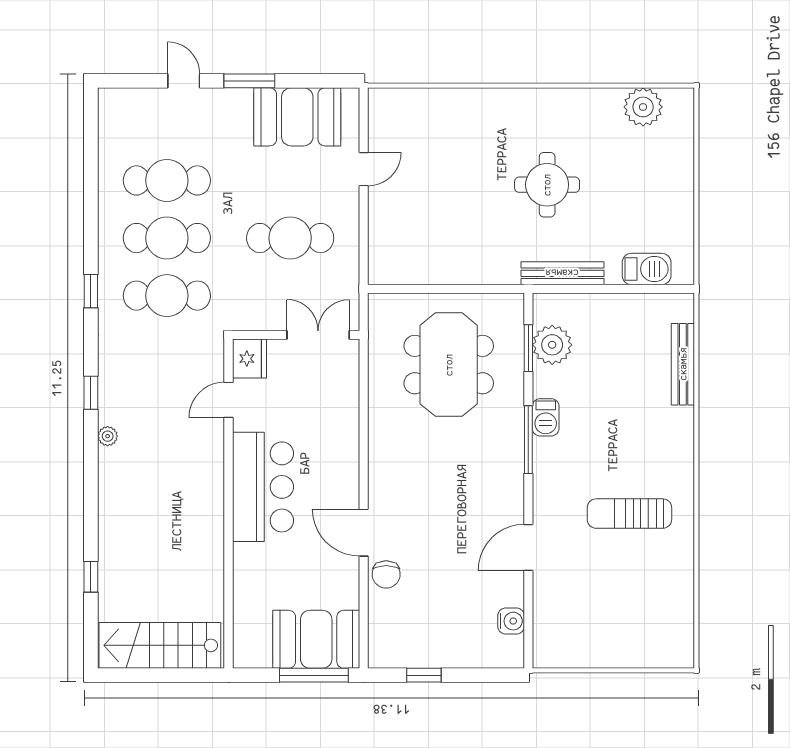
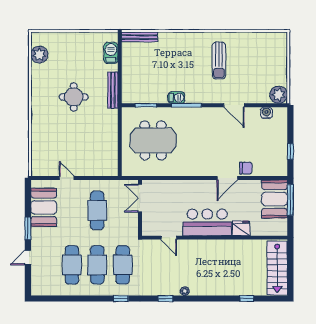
plant: (552, 345) -> (279, 95), moved
fridge: (250, 359) -> (241, 228), moved
bench: (683, 364) -> (140, 37), moved

